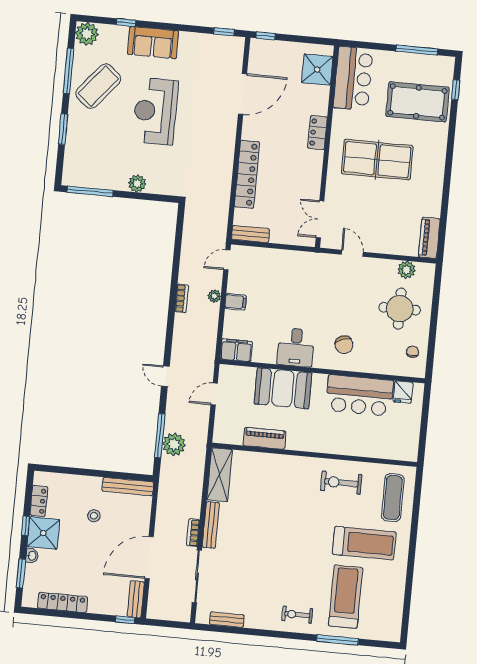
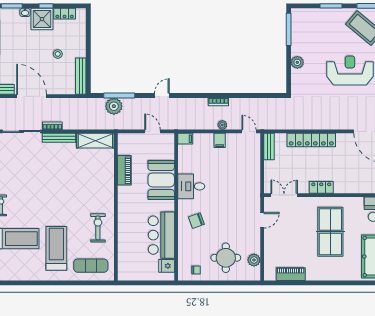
locker: (317, 132) -> (321, 187), moved
piano: (429, 238) -> (291, 274), moved
filing cabinet: (236, 350) -> (185, 139), width x0.50
treadmill: (364, 543) -> (56, 248), turned 180

